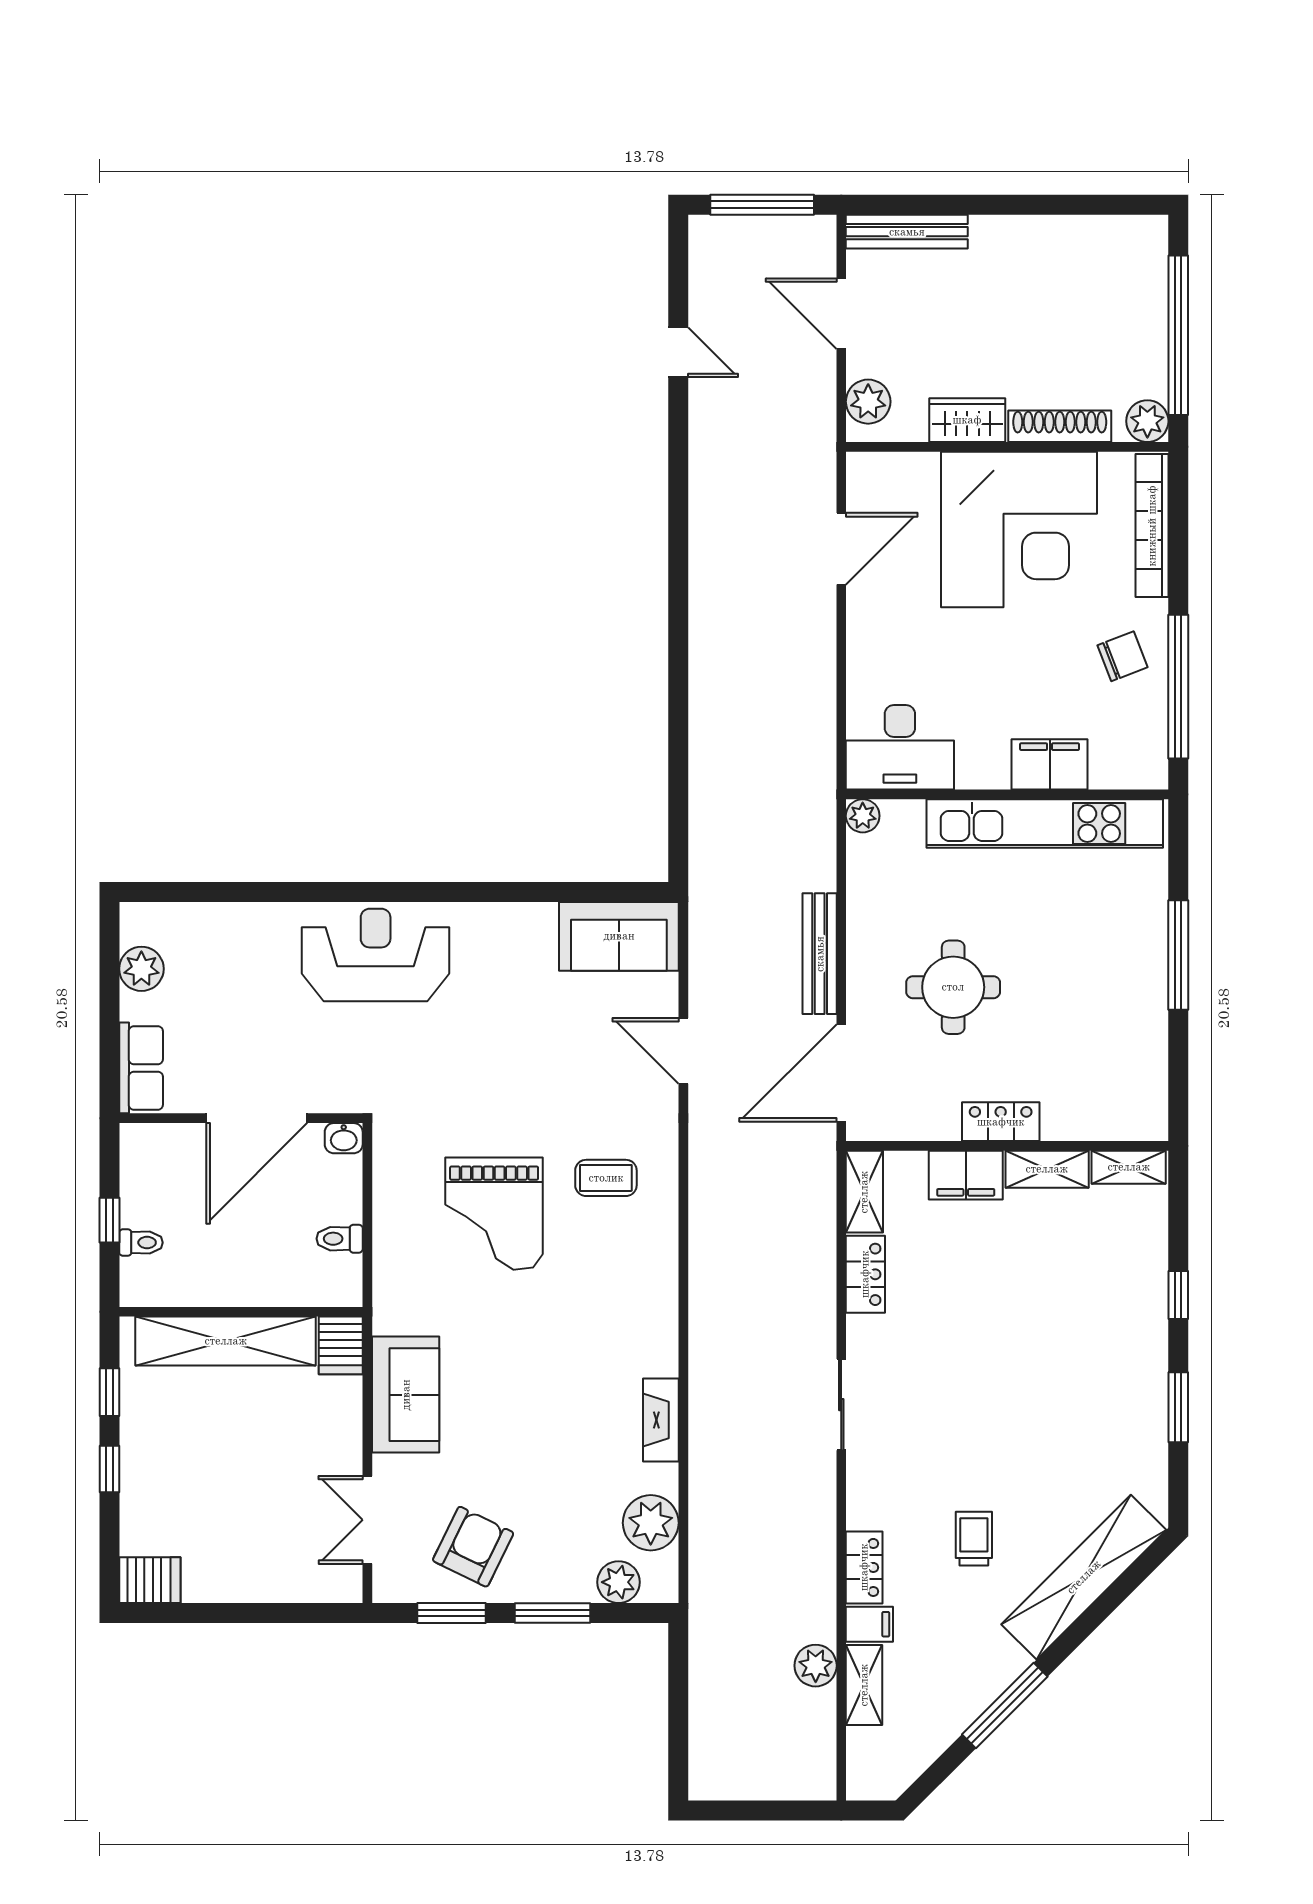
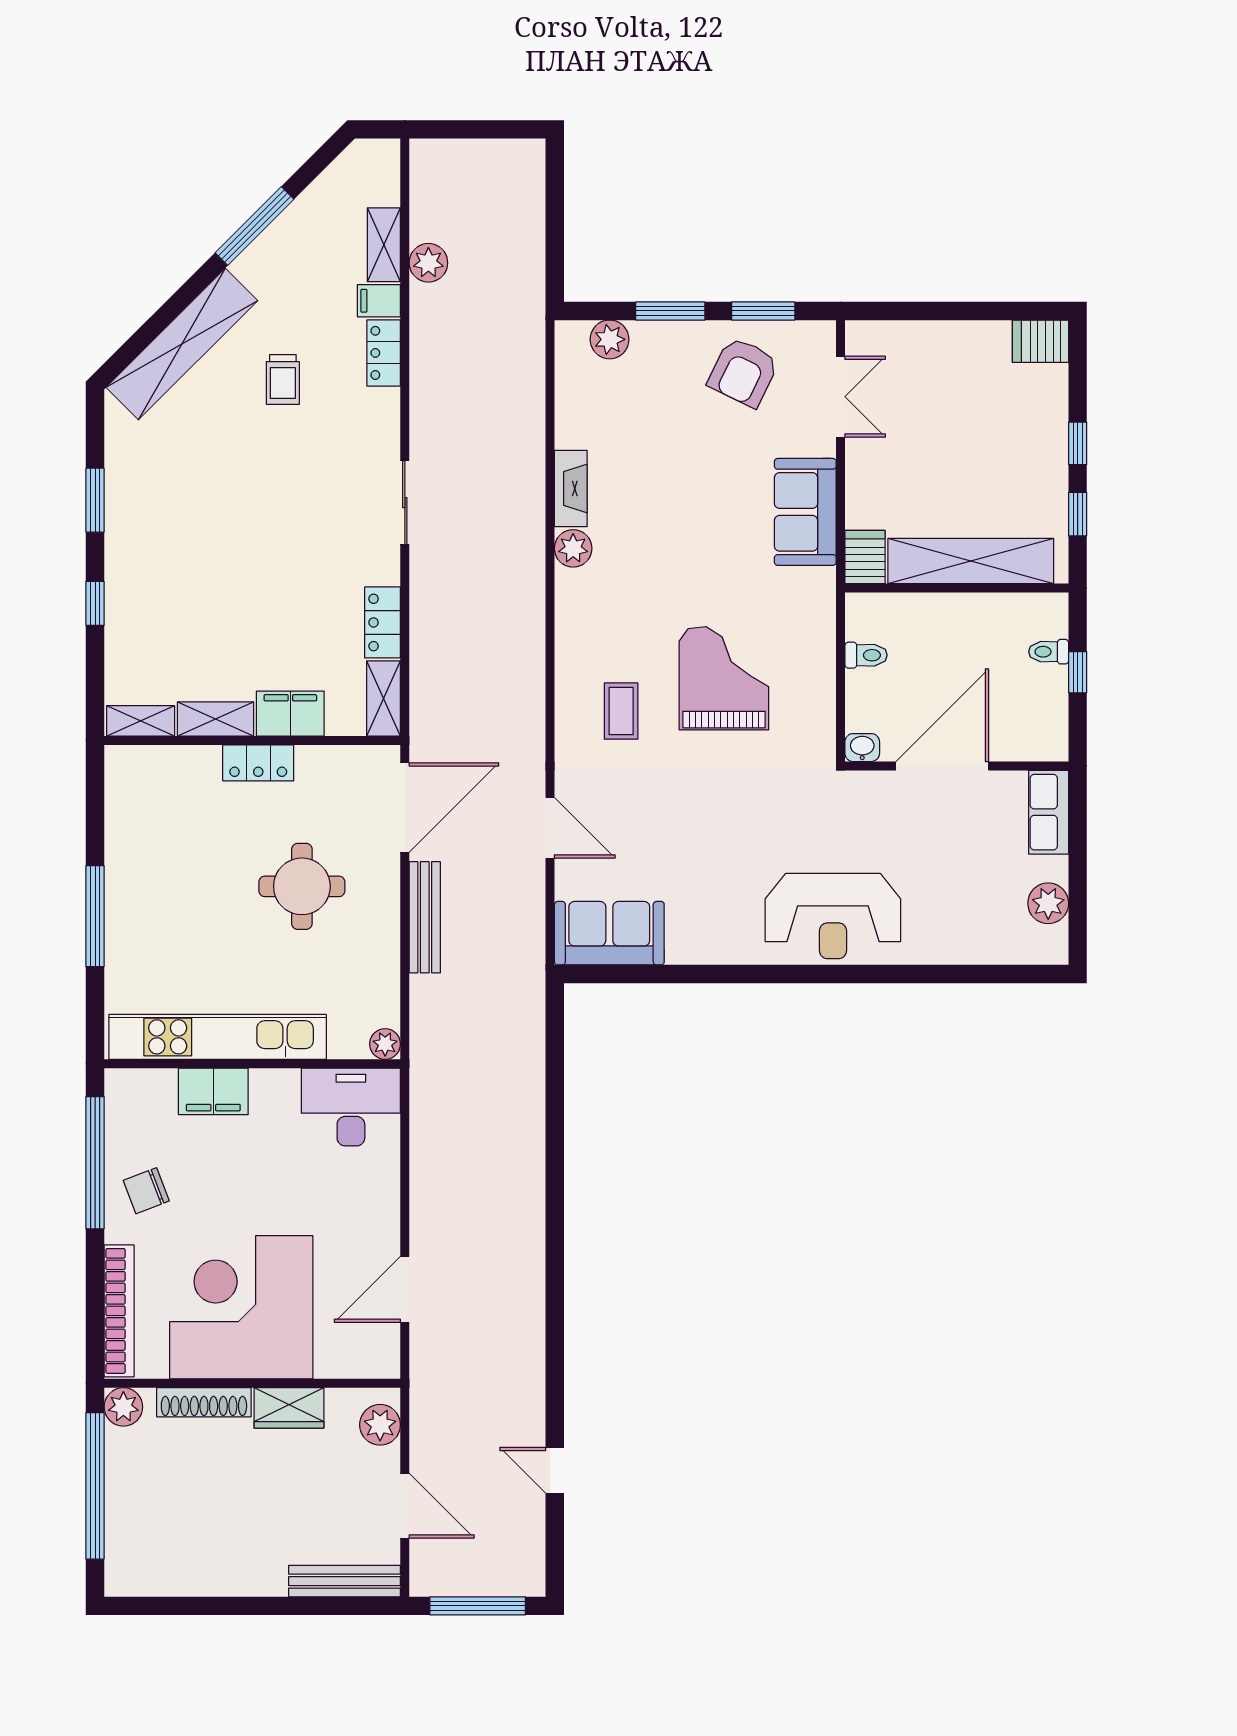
coffee table: (606, 1178) -> (621, 711), turned 90
plant: (651, 1523) -> (573, 548), moved, width x0.73, depth x0.73

